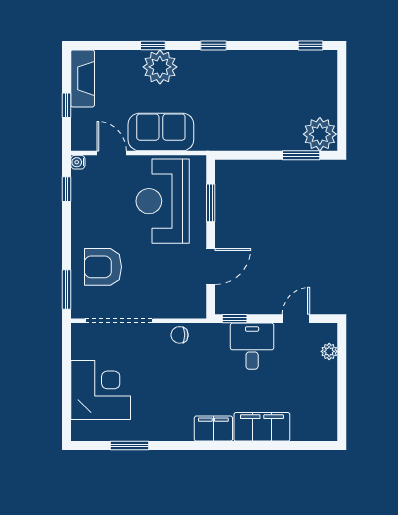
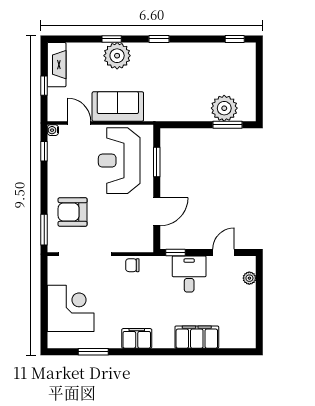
plant: (320, 134) -> (224, 108), moved
filing cabinet: (213, 429) -> (137, 338), moved

